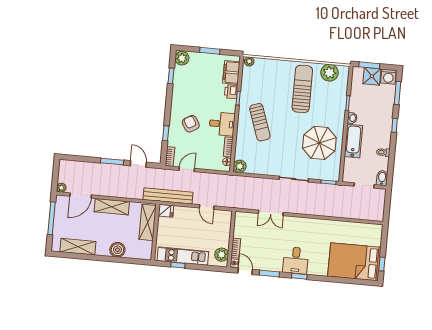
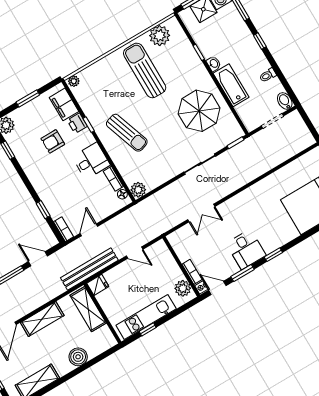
armchair: (191, 124) -> (53, 141), moved, turned -59
desk: (296, 260) -> (246, 249), moved

